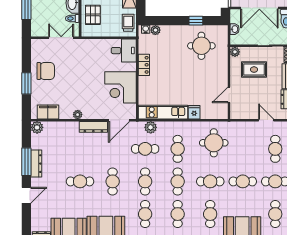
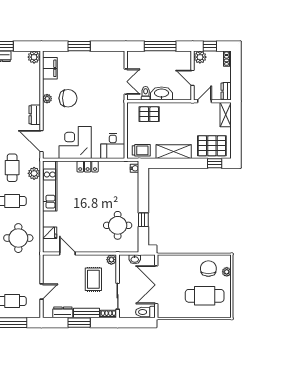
plant: (155, 30) -> (134, 178), removed
locker: (144, 65) -> (88, 167), moved
chair: (46, 71) -> (68, 98), moved, turned -90
fridge: (194, 112) -> (50, 233), moved
dresser: (93, 127) -> (35, 115), width x0.70

